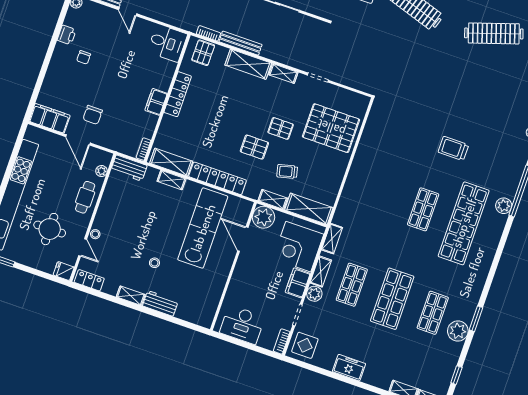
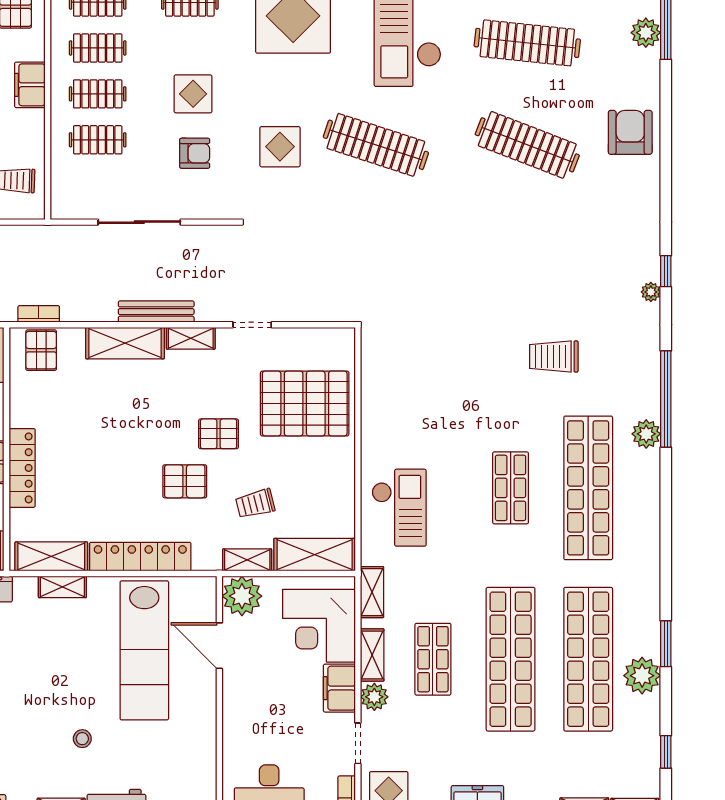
clothes rail: (494, 33) -> (527, 145), turned 39
bench: (240, 43) -> (156, 312), moved
locker: (178, 94) -> (22, 468), moved
trolley: (453, 148) -> (554, 356), moved
checkout: (361, 200) -> (399, 508), added
lab bench: (203, 228) -> (144, 650), turned 180
shop shelf: (392, 299) -> (511, 659), width x1.40
shop shelf: (433, 313) -> (588, 659), width x2.00, depth x1.36

